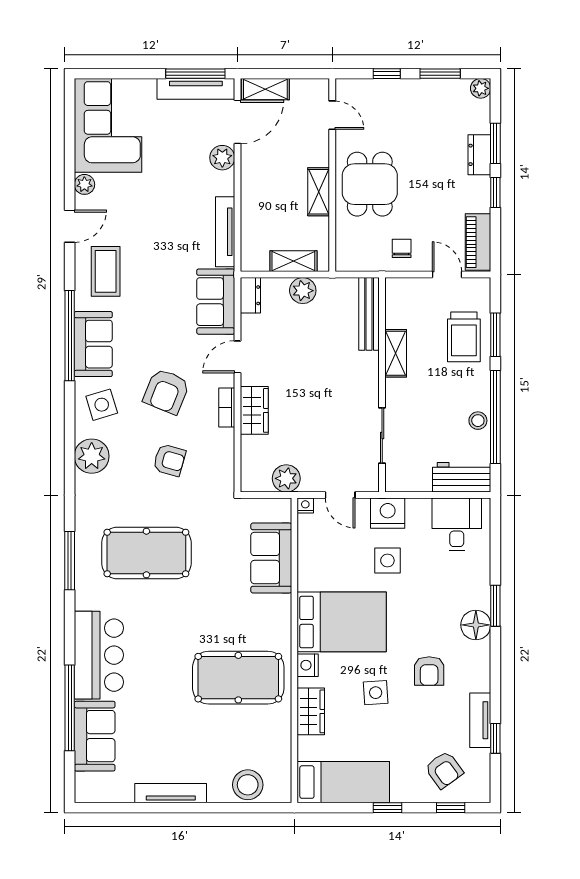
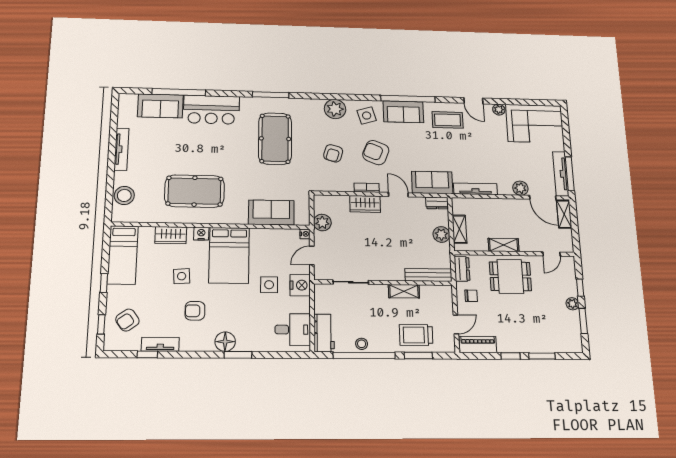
plant: (481, 88) -> (572, 304), moved
dresser: (479, 155) -> (462, 269), moved, turned 90
pool table: (238, 678) -> (194, 191), turned 90

